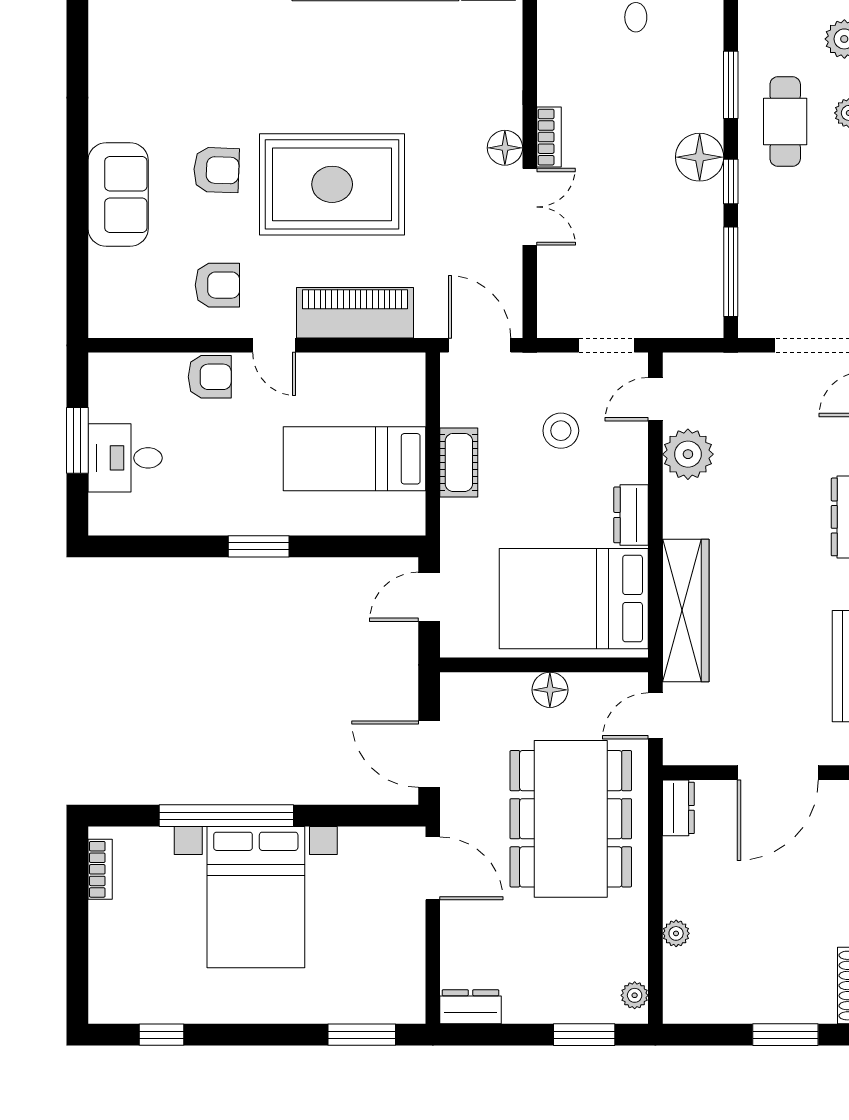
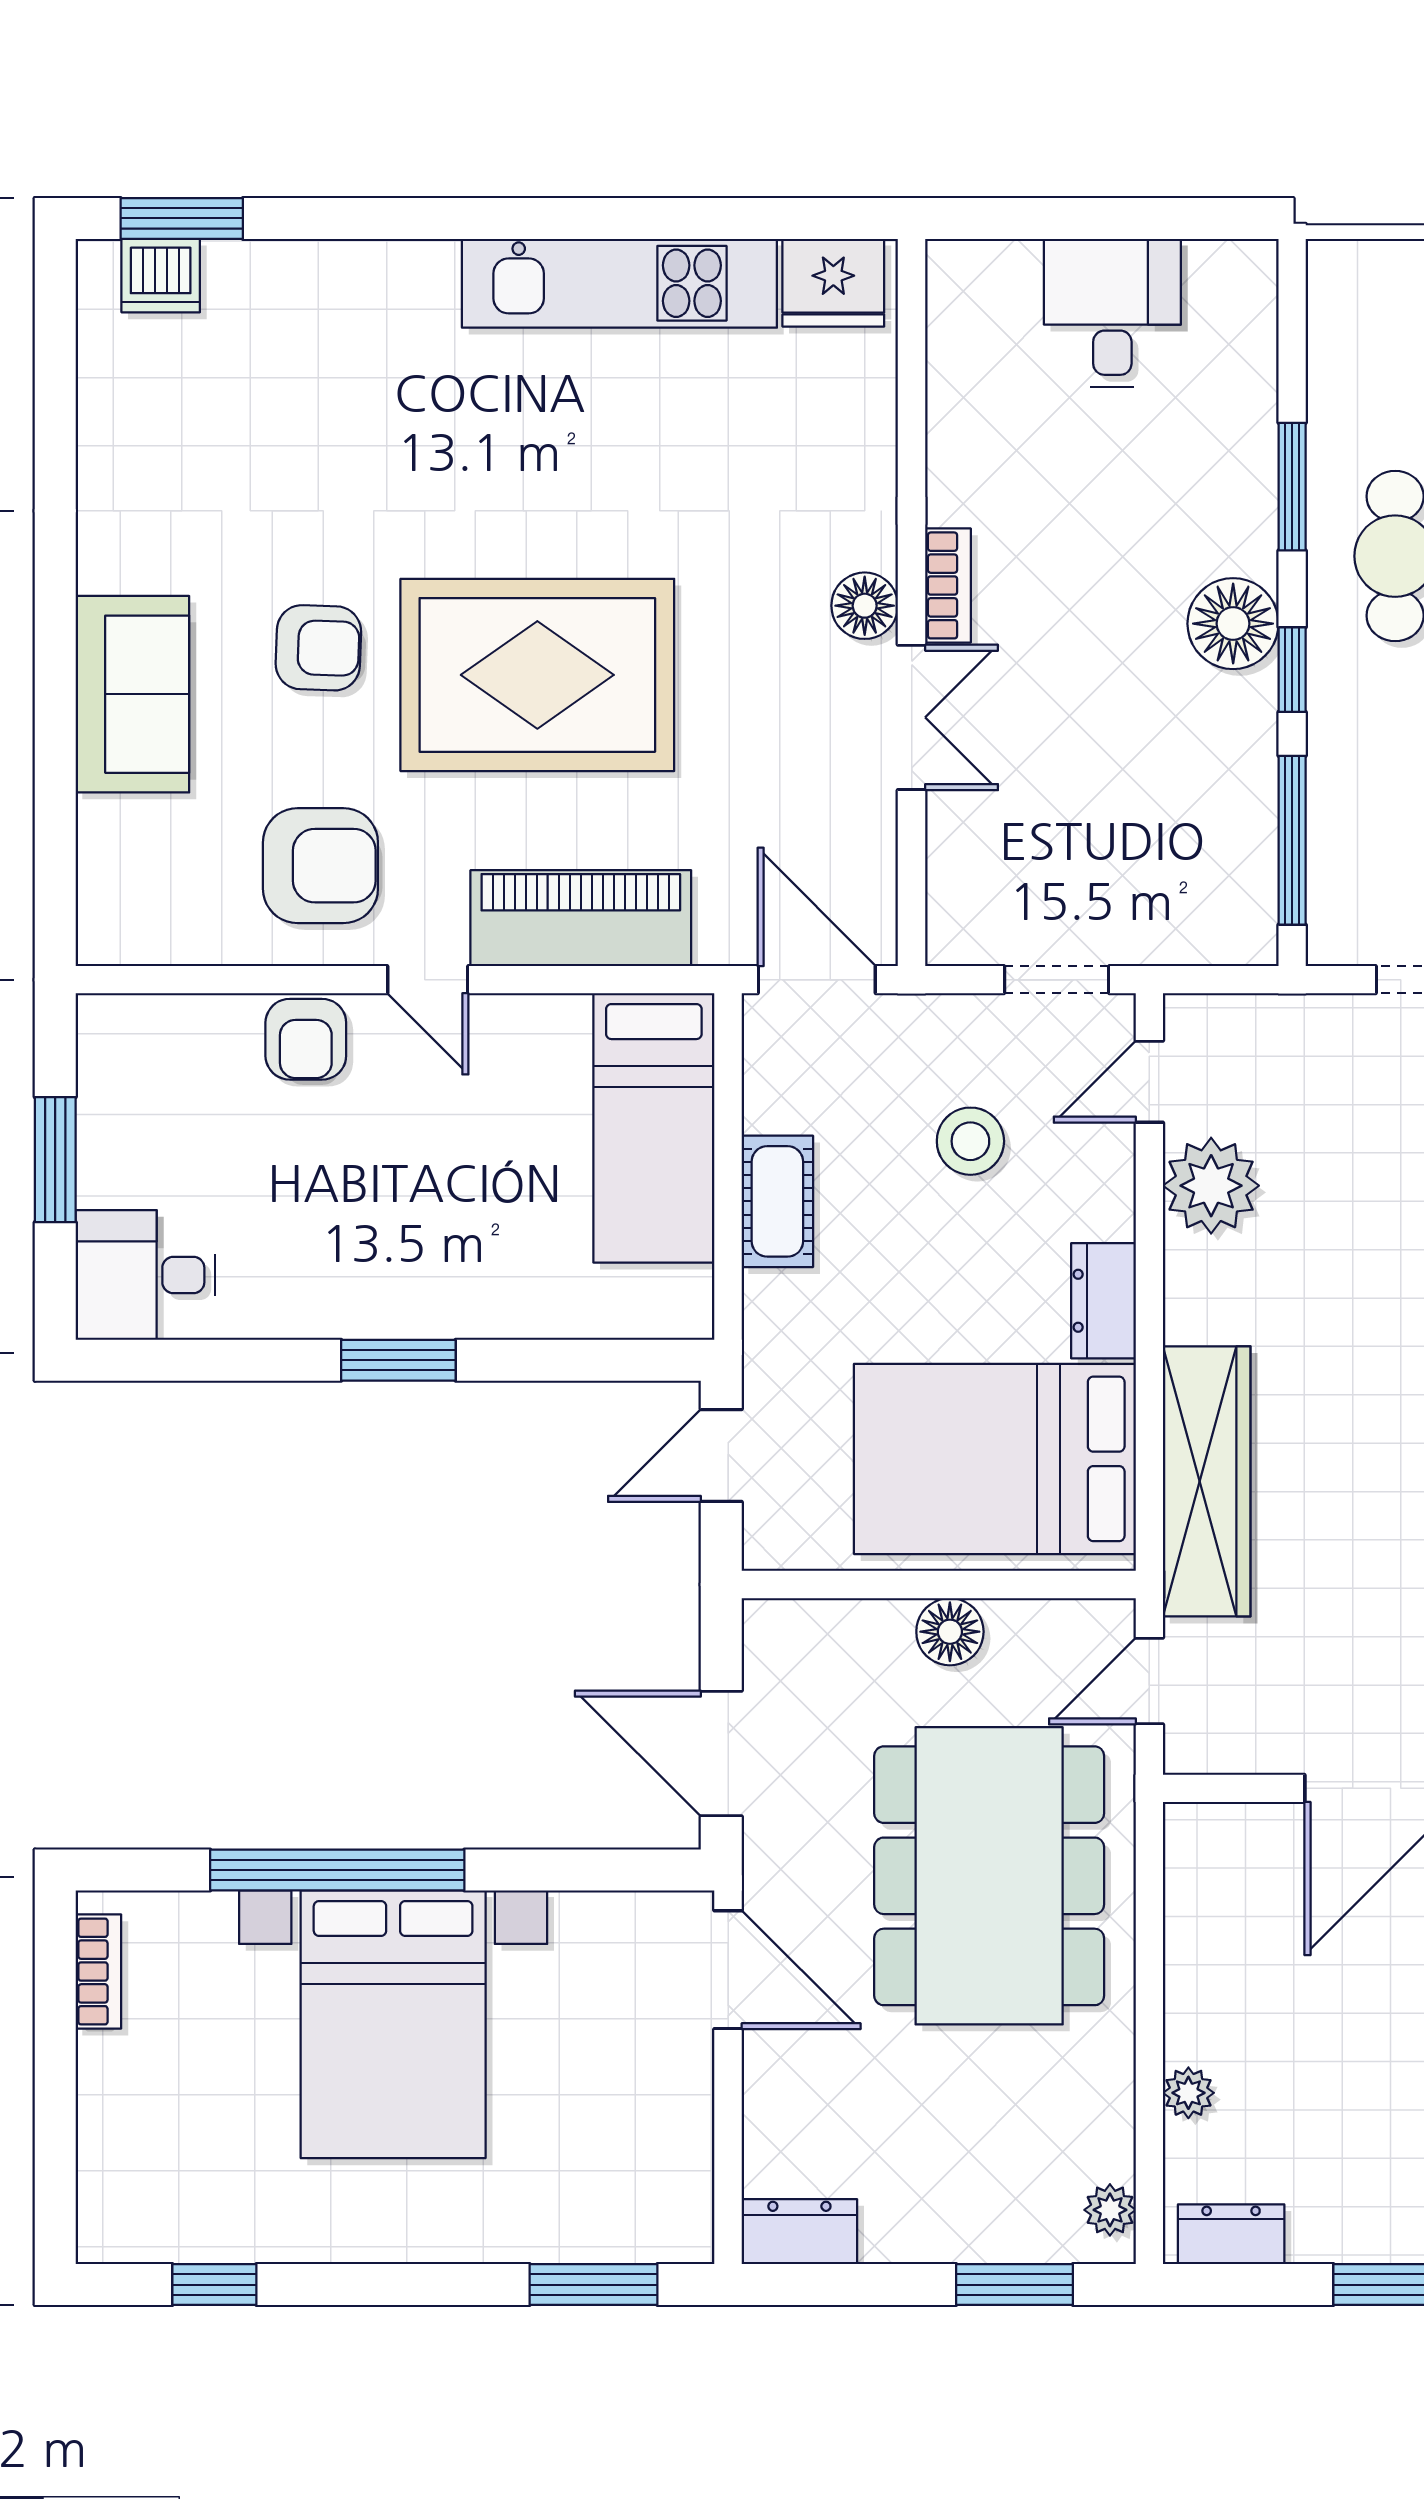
armchair: (217, 285) -> (320, 866), width x1.38, depth x1.38
armchair: (210, 377) -> (306, 1039), turned 90
desk: (125, 458) -> (146, 1275), moved
bed: (354, 459) -> (654, 1128), moved, turned -90
dresser: (678, 808) -> (1231, 2234), moved, turned -90

